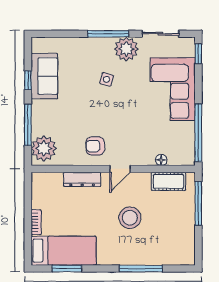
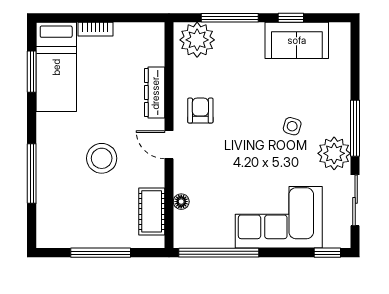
window: (198, 203) -> (101, 253), moved

